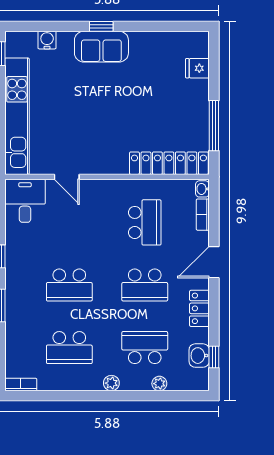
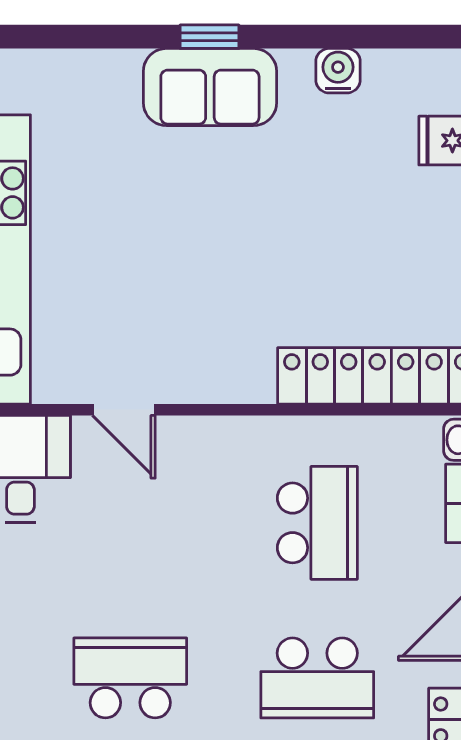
water cooler: (47, 40) -> (338, 71), moved
school desk: (69, 285) -> (130, 678), turned 180

